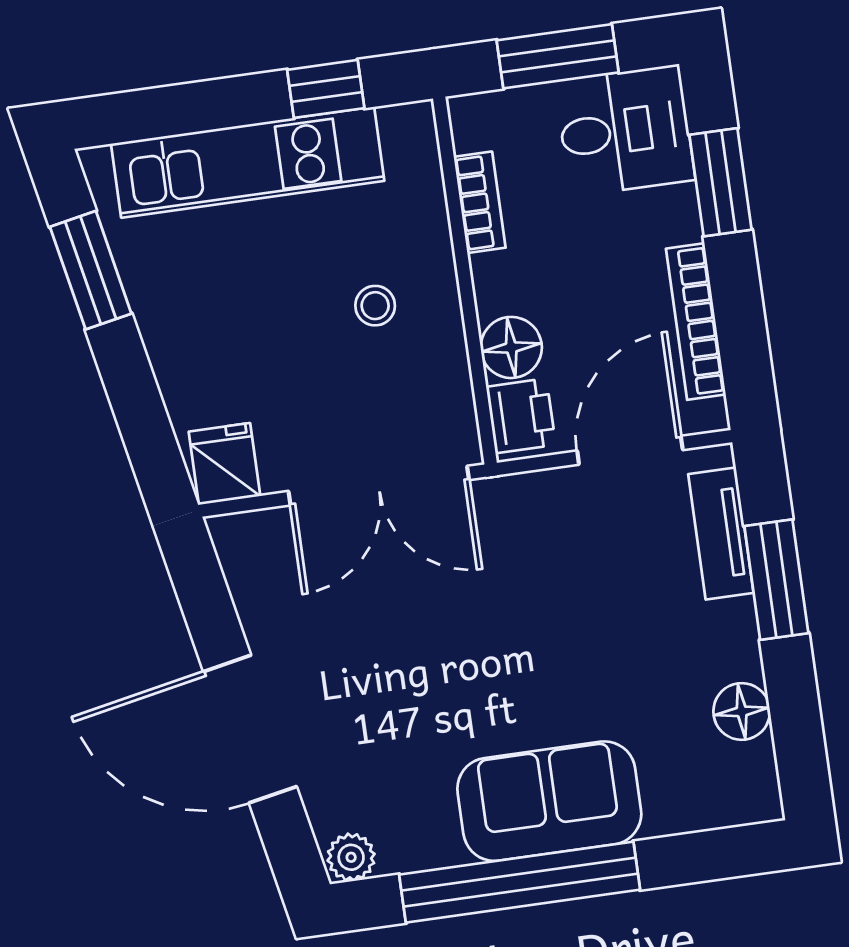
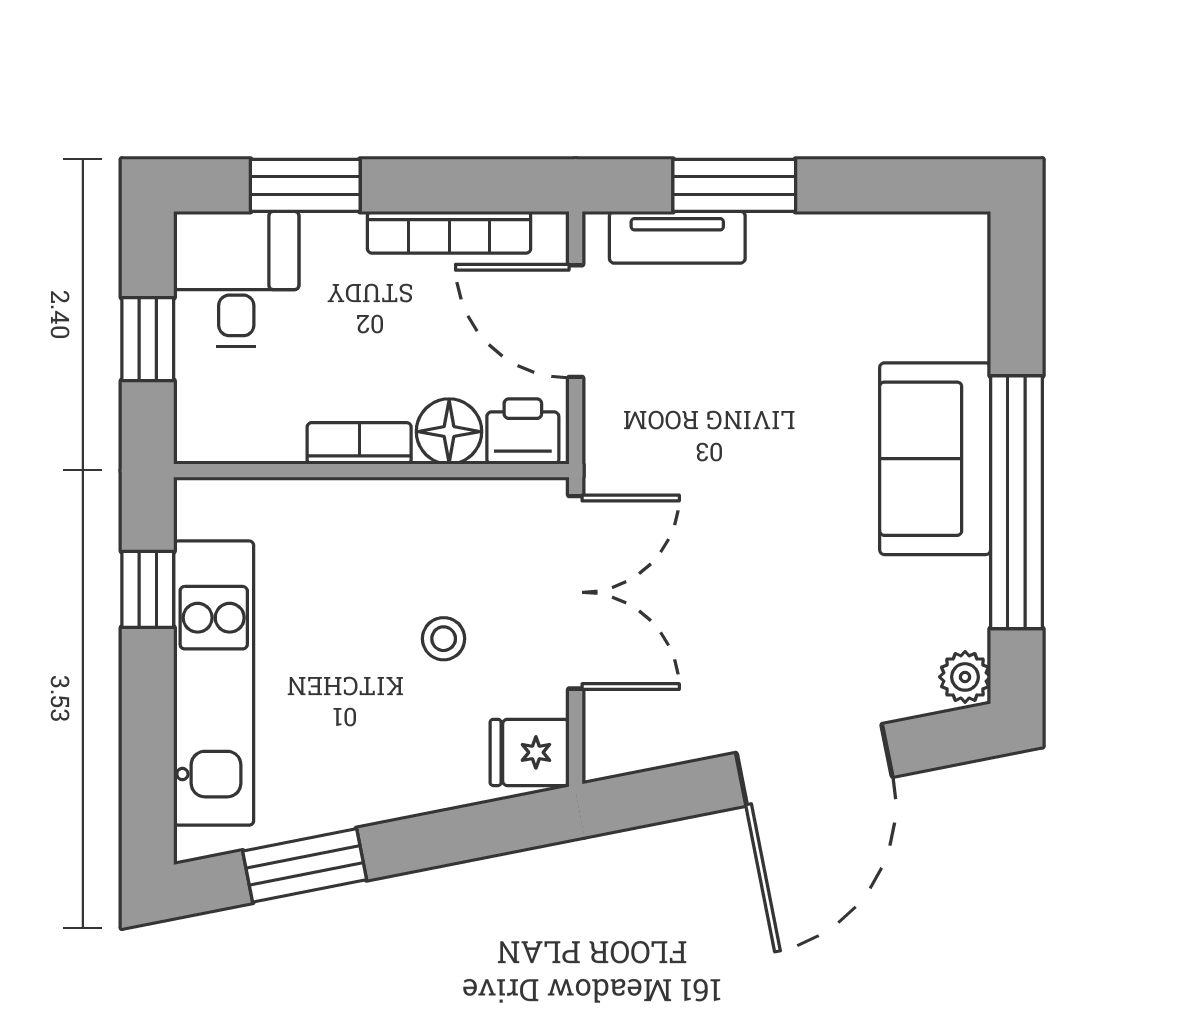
window: (558, 56) -> (148, 339), width x0.67
bookcase: (480, 202) -> (359, 443), moved
stool: (375, 306) -> (444, 639), moved
floor lamp: (742, 711) -> (869, 242), removed

